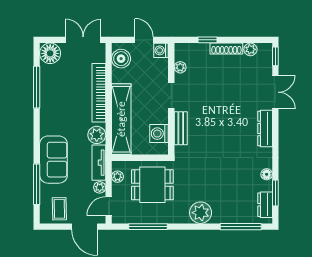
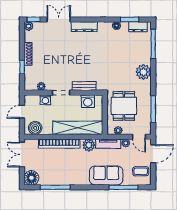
plant: (250, 49) -> (29, 26), moved
washing machine: (161, 50) -> (45, 100), moved

